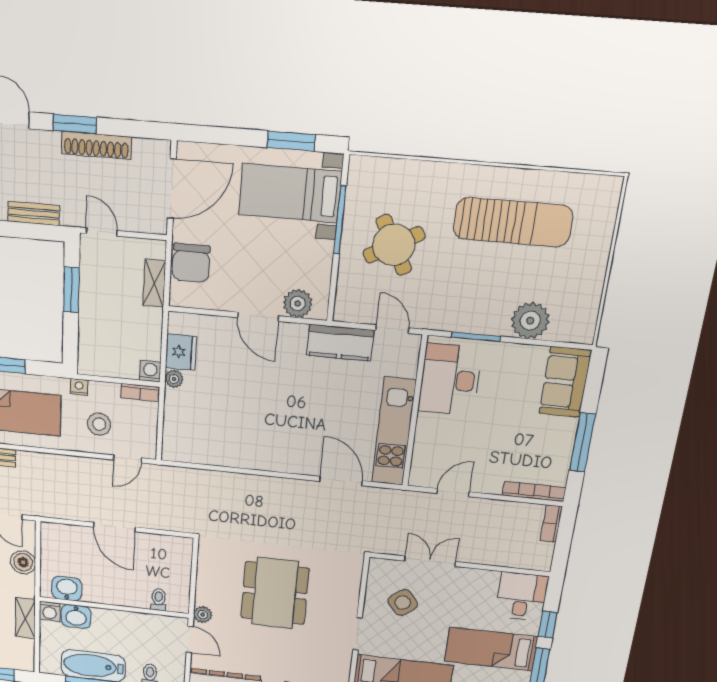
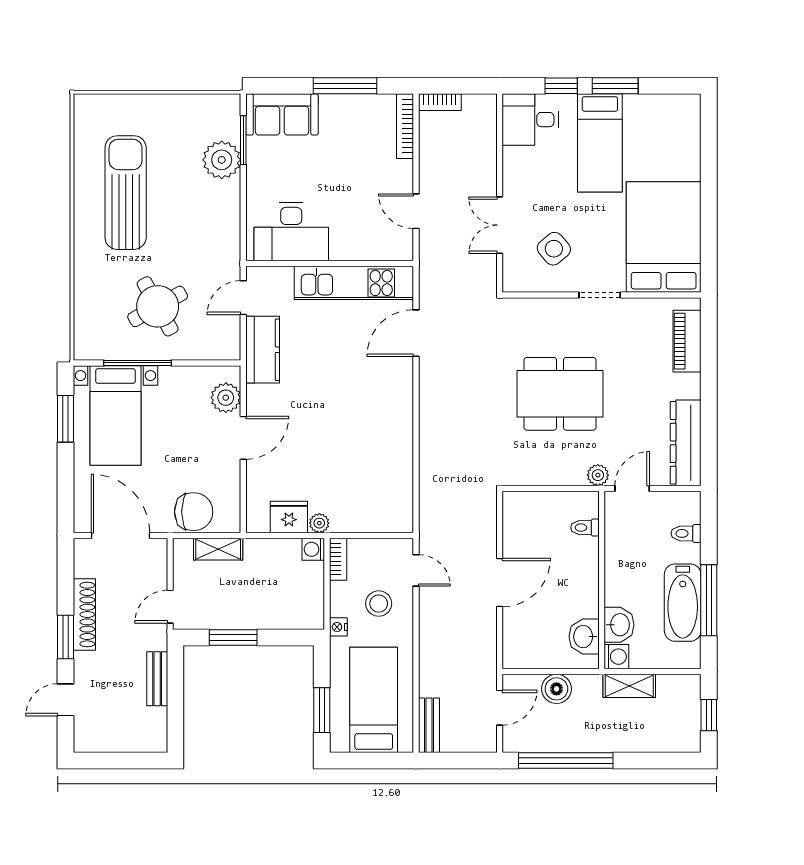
window: (476, 337) -> (243, 140), moved

